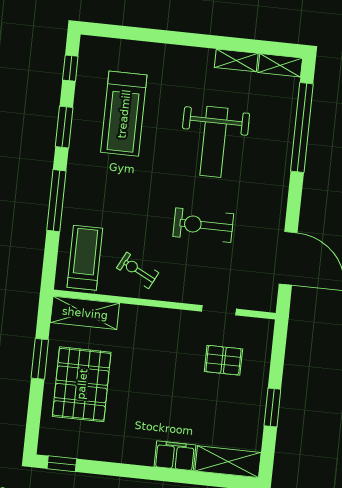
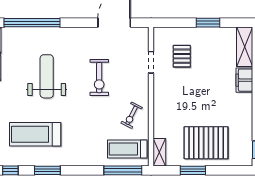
treadmill: (124, 114) -> (35, 134), turned 180
weight bench: (214, 142) -> (47, 76), turned -90
window: (56, 201) -> (123, 170), moved
shelving: (85, 313) -> (159, 152), width x0.67, depth x0.75

